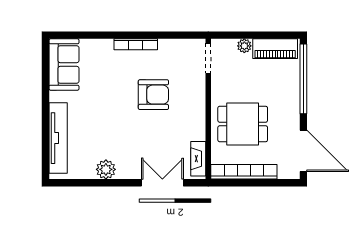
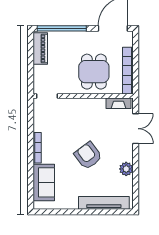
plant: (244, 46) -> (38, 70), removed
sofa: (64, 65) -> (44, 182), moved, turned 90
armchair: (153, 95) -> (88, 156), moved, turned -37
double door: (162, 183) -> (136, 129), swing flipped

